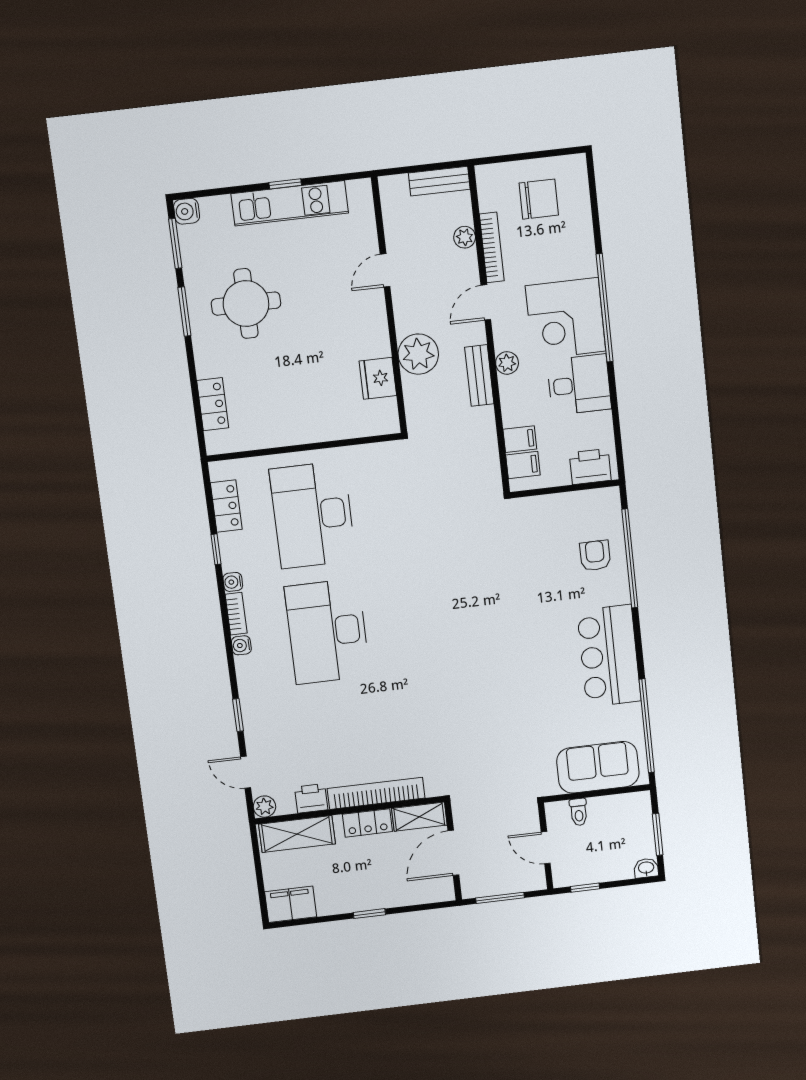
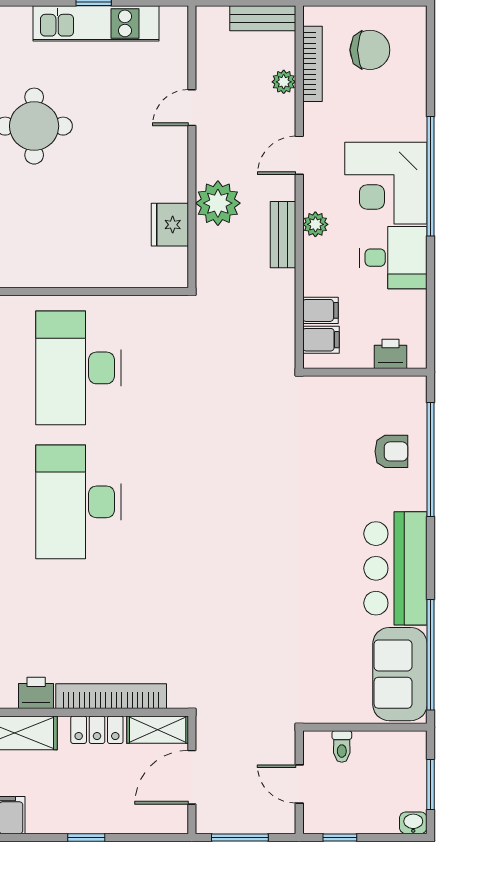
bookcase: (492, 247) -> (312, 64), moved
printer: (590, 467) -> (390, 354), width x0.73, depth x0.81
armchair: (595, 555) -> (391, 451), turned 90
sofa: (598, 767) -> (400, 674), moved, turned -90

